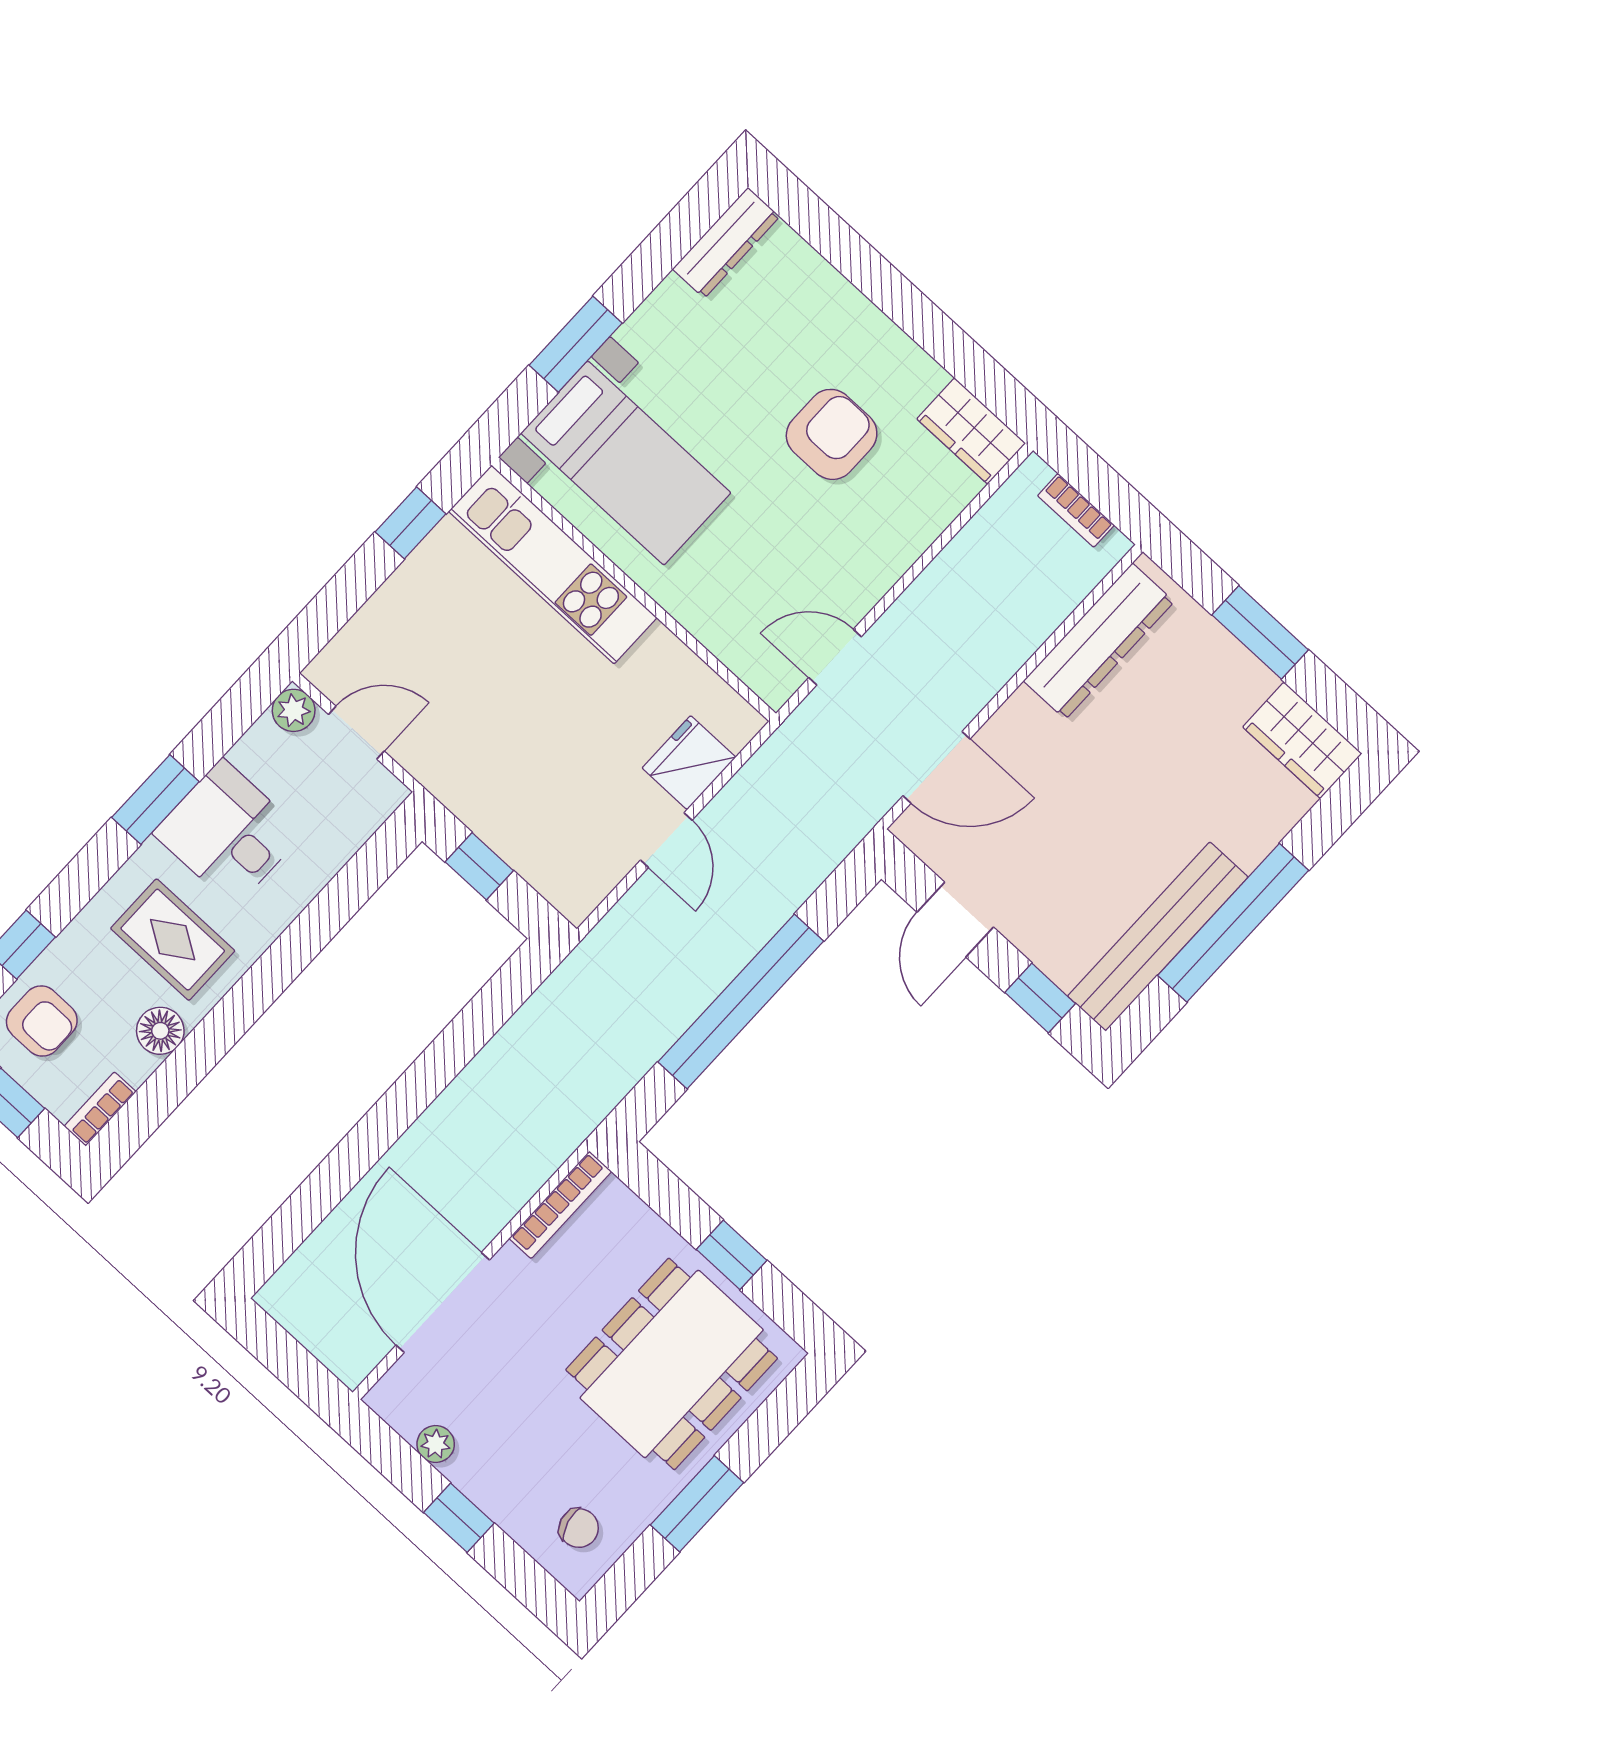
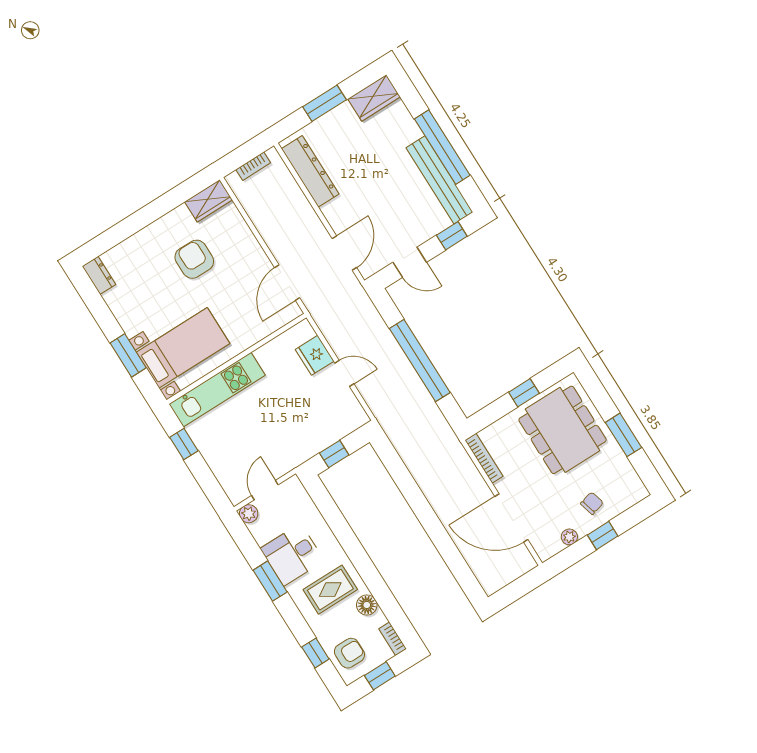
dresser: (726, 243) -> (99, 275), width x0.70
door: (835, 657) -> (287, 283), width x1.37
chair: (579, 1528) -> (592, 503), moved

